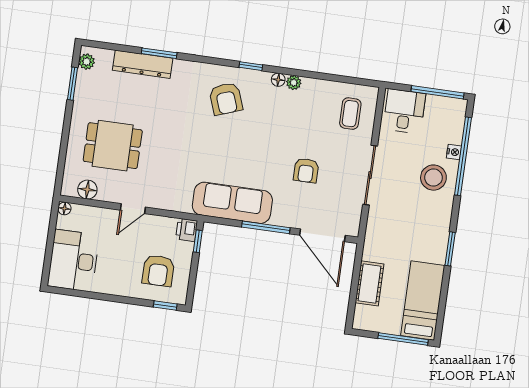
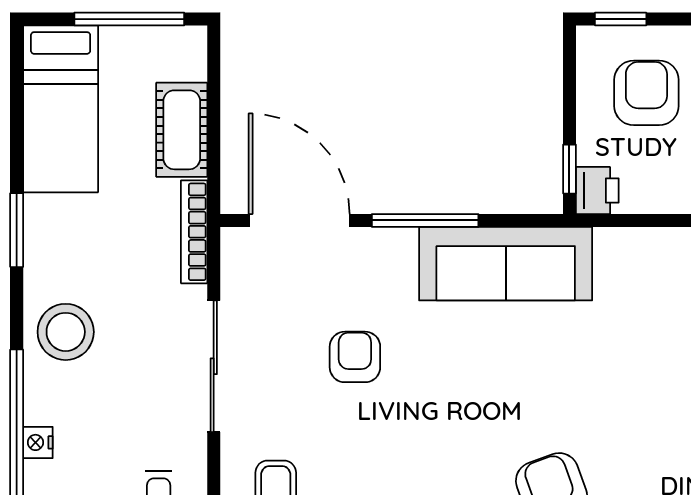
stool: (433, 178) -> (66, 332), moved
bookcase: (370, 237) -> (194, 232), added
window: (403, 339) -> (129, 19), moved

